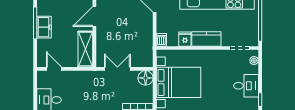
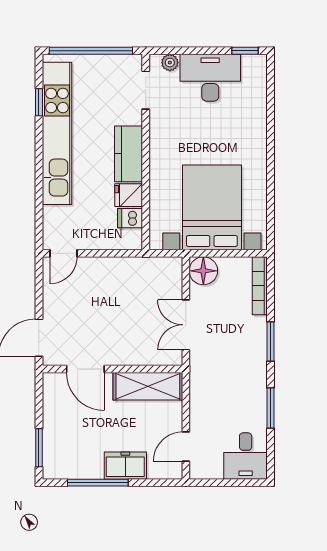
freezer: (44, 27) -> (125, 466), moved
dishwasher: (161, 40) -> (130, 218), moved
desk: (246, 86) -> (210, 78), width x1.37

